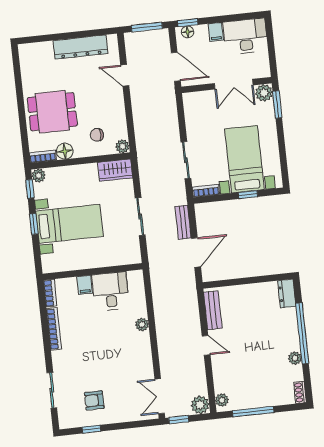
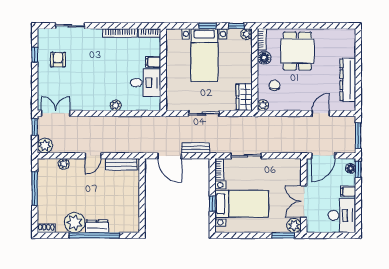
dresser: (287, 294) -> (97, 226), moved
plant: (295, 358) -> (75, 223), width x1.87, depth x1.87
plant: (222, 400) -> (64, 164), moved

